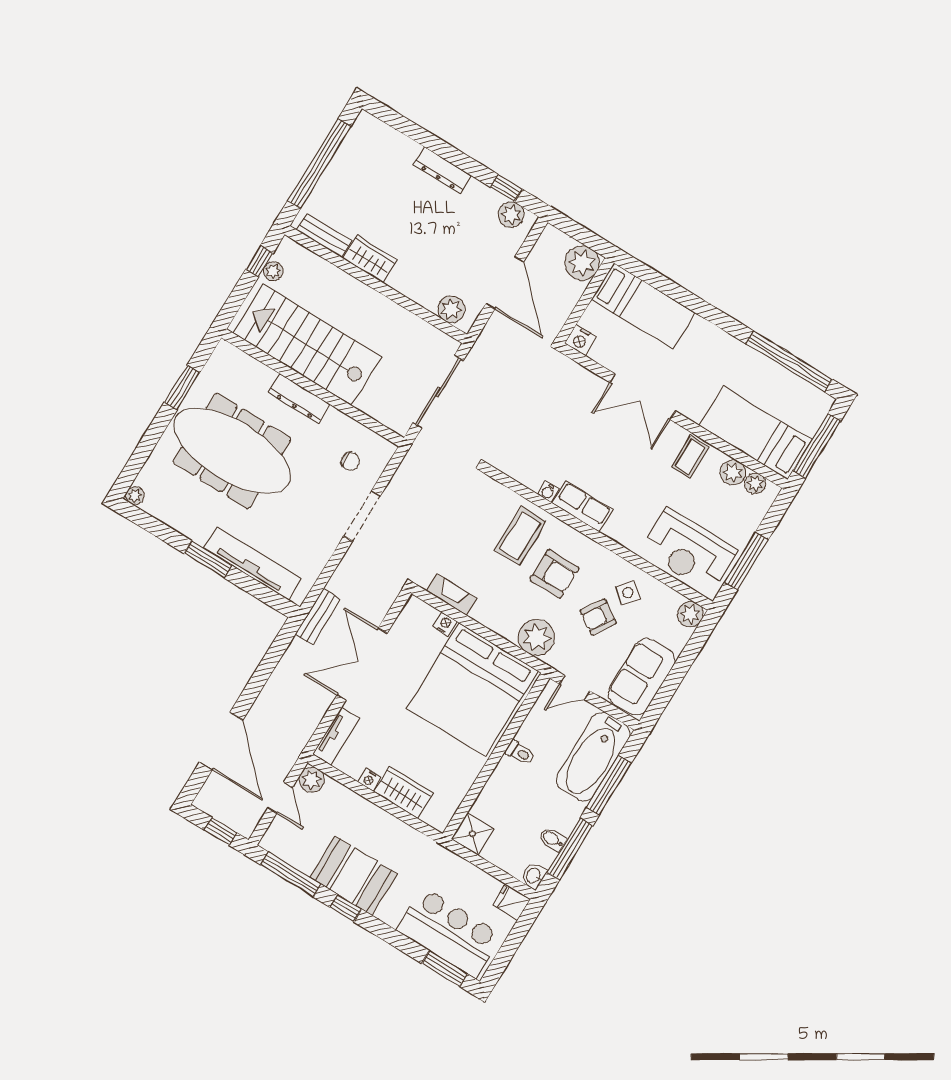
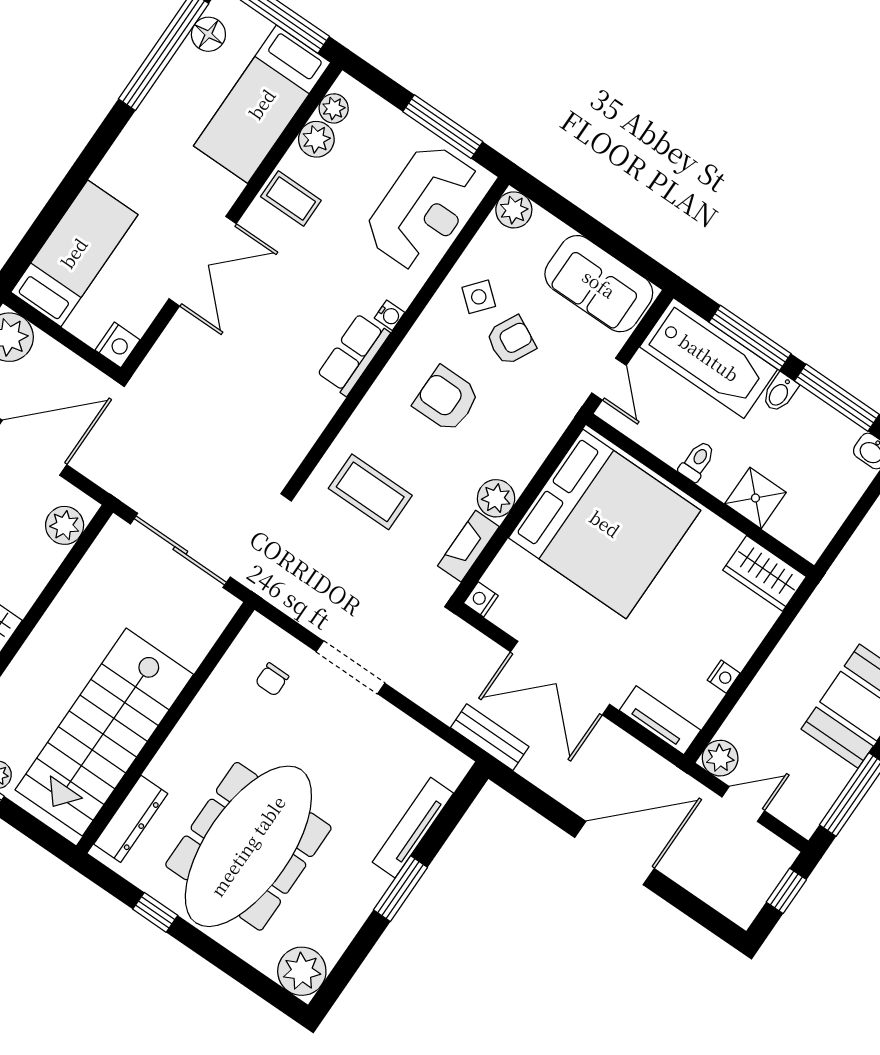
window: (182, 387) -> (155, 912), width x0.67
floor lamp: (803, 393) -> (208, 34), added
dresser: (299, 399) -> (131, 819), moved
chair: (351, 461) -> (272, 679), turned 180
water cooler: (548, 492) -> (390, 315), moved
plant: (135, 496) -> (302, 971), width x1.87, depth x1.87
coffee table: (520, 536) -> (370, 492), moved
tv unit: (253, 563) -> (413, 828), width x0.73, depth x0.78
armchair: (554, 574) -> (447, 399), turned -90
armchair: (598, 617) -> (511, 340), turned -96
nightstand: (445, 624) -> (481, 599), moved
plant: (537, 637) -> (496, 498), moved, width x0.73, depth x0.73
door: (221, 741) -> (615, 853), moved
wardrobe: (404, 793) -> (765, 573), moved, turned -90
shower: (472, 834) -> (755, 498), moved
bidet: (552, 839) -> (780, 393), moved

